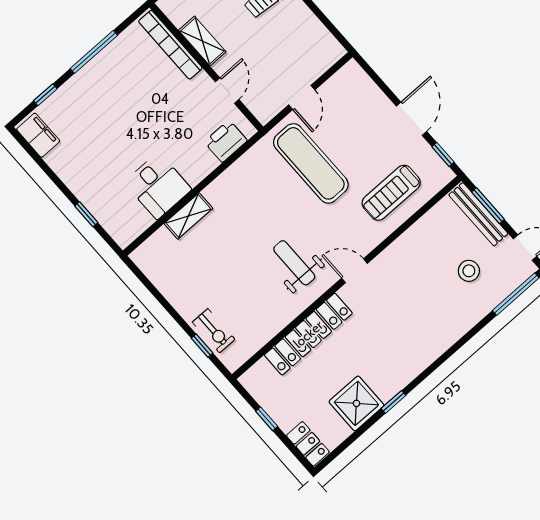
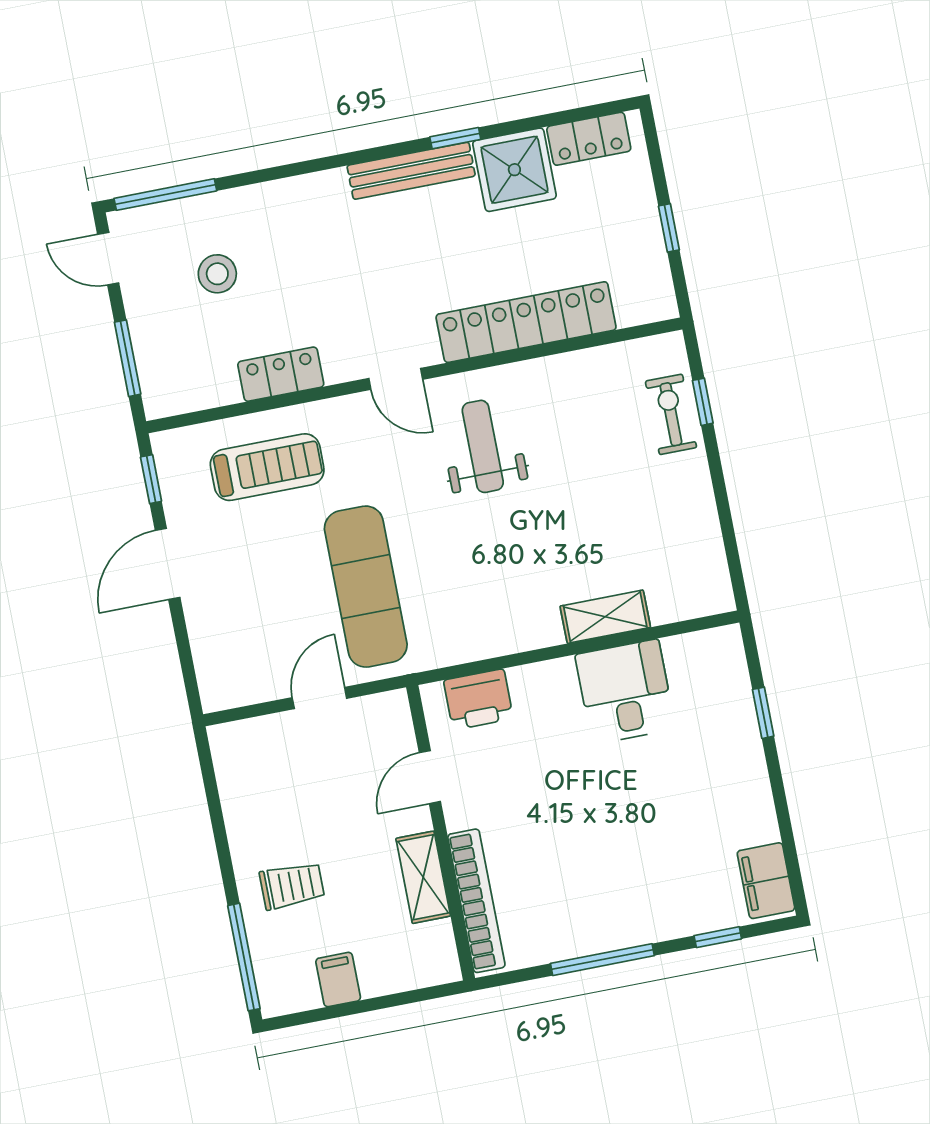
bench: (478, 214) -> (411, 171), moved, turned 90
locker: (411, 241) -> (281, 374), added
weight bench: (294, 263) -> (483, 446), turned 180
locker: (308, 444) -> (589, 139), moved, turned -90

